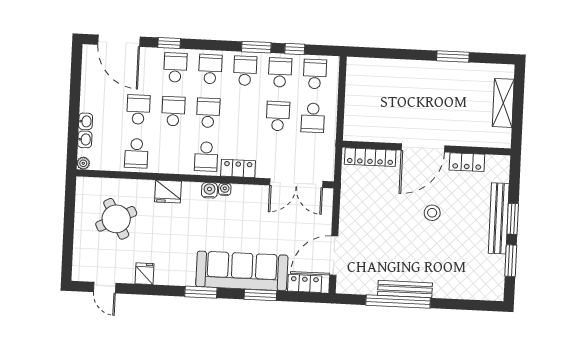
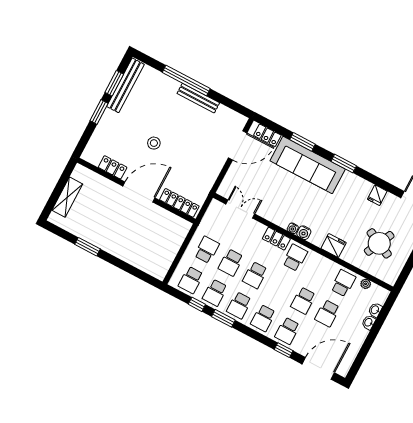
door: (119, 41) -> (318, 368), hinge flipped
school desk: (208, 113) -> (255, 275), moved
plant: (83, 163) -> (366, 284), moved
double door: (296, 183) -> (240, 209), width x0.73
bench: (499, 218) -> (125, 85), moved
round table: (116, 219) -> (379, 243), turned -37
window: (398, 301) -> (186, 81), moved

